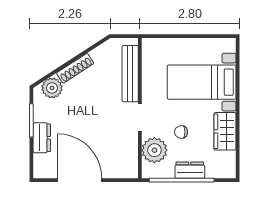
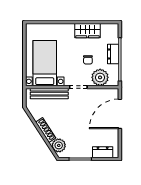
bed with nightstands: (202, 82) -> (45, 63), moved, turned 180
dresser: (42, 138) -> (103, 152), moved
door: (80, 180) -> (120, 114), moved

